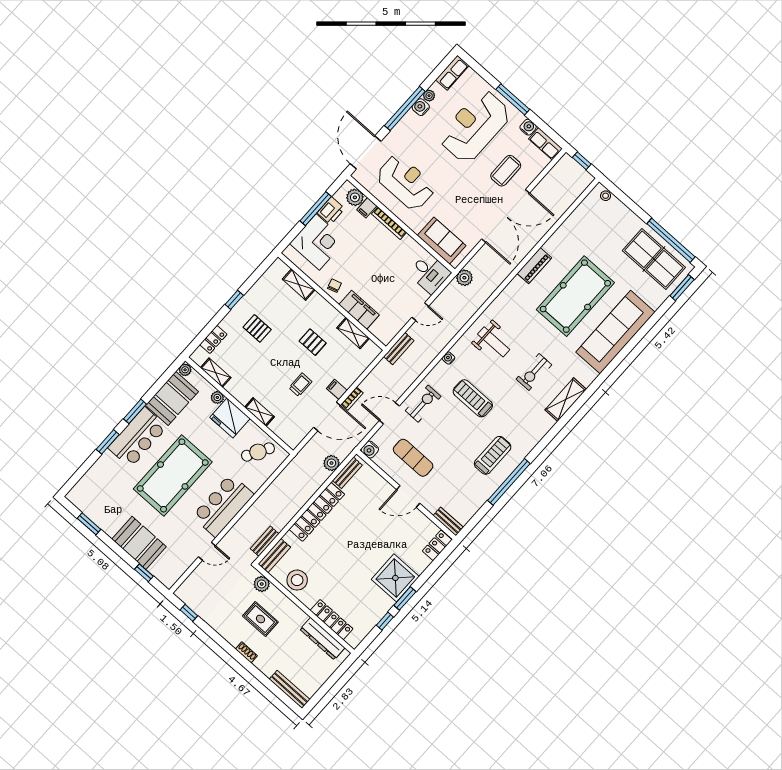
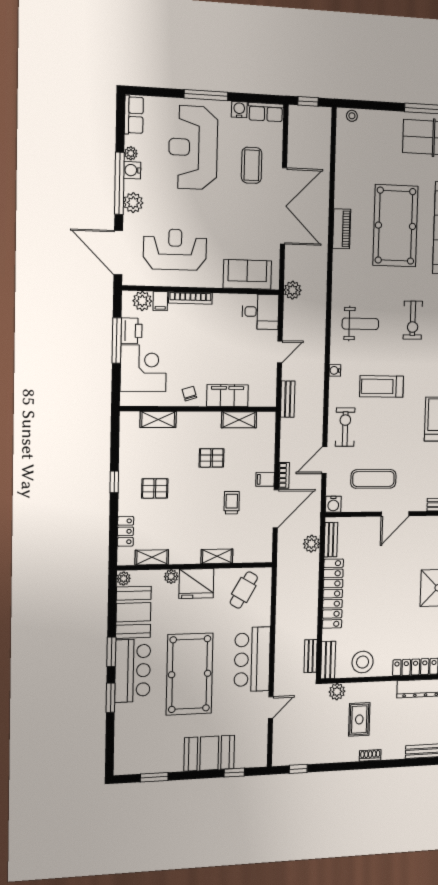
plant: (403, 129) -> (133, 203), added
rug: (260, 619) -> (359, 719), turned 90

